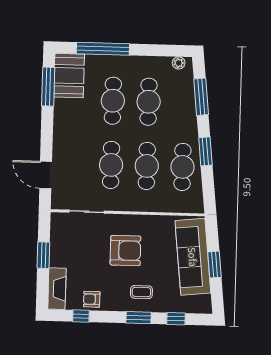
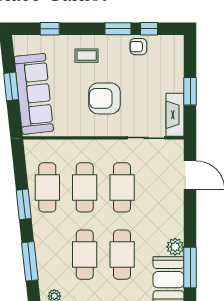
plant: (62, 107) -> (175, 247), added
fireplace: (57, 289) -> (175, 115), moved
armchair: (92, 299) -> (138, 47), turned 180
window: (139, 318) -> (118, 29), moved

